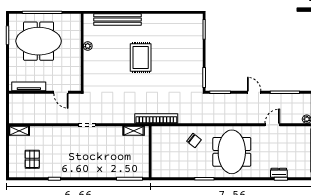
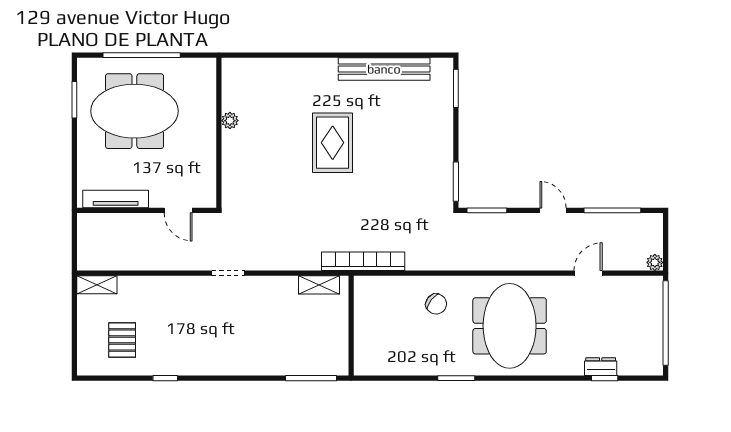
bench: (118, 19) -> (384, 69), moved

